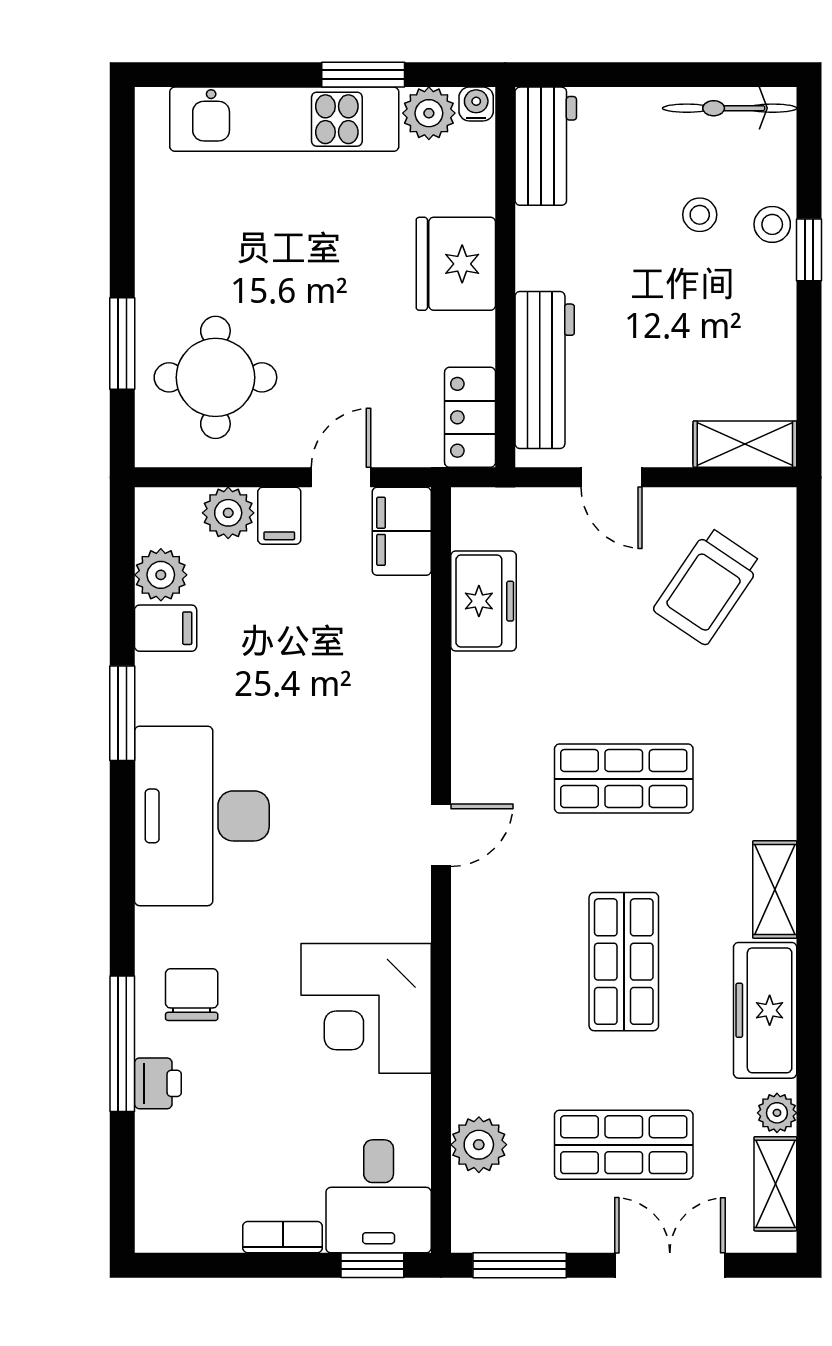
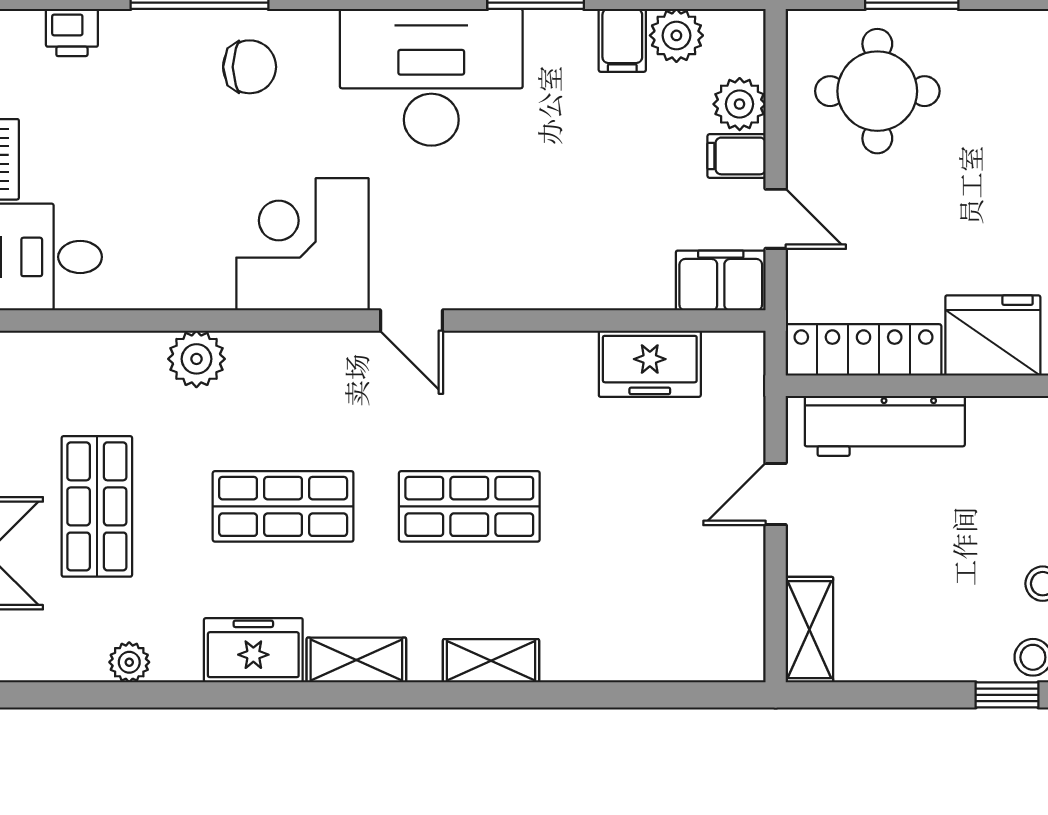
locker: (470, 417) -> (864, 350), width x1.53
trolley: (707, 586) -> (665, 592), removed
shop shelf: (624, 779) -> (469, 506), turned 90
corner desk: (366, 1008) -> (302, 244), moved
freezer: (765, 1010) -> (253, 650), width x0.71
printer: (158, 1083) -> (72, 33), moved
plant: (479, 1145) -> (196, 359), moved
shelving: (775, 1184) -> (491, 661), moved

